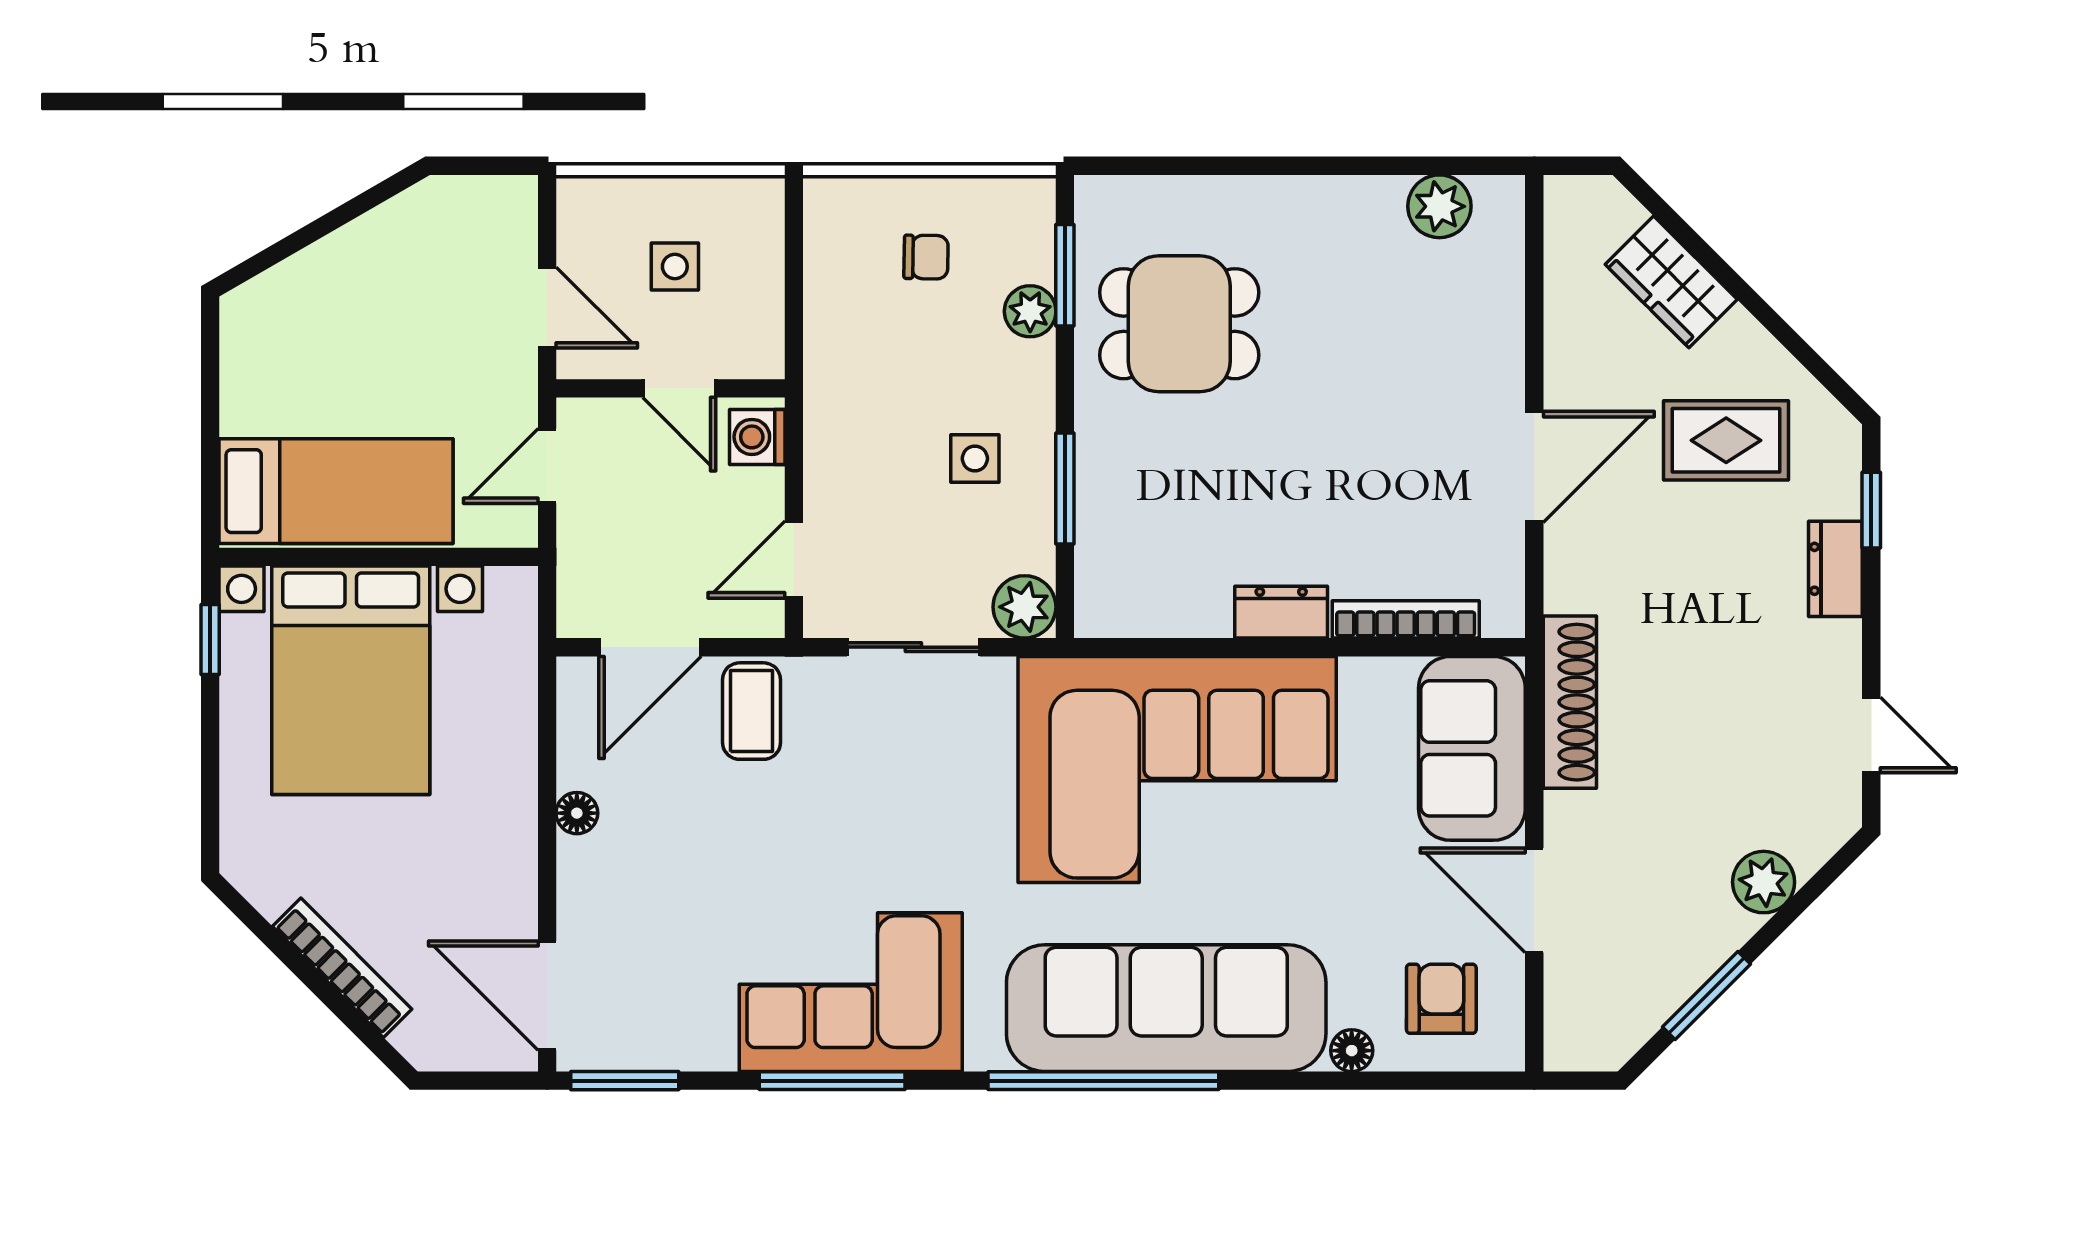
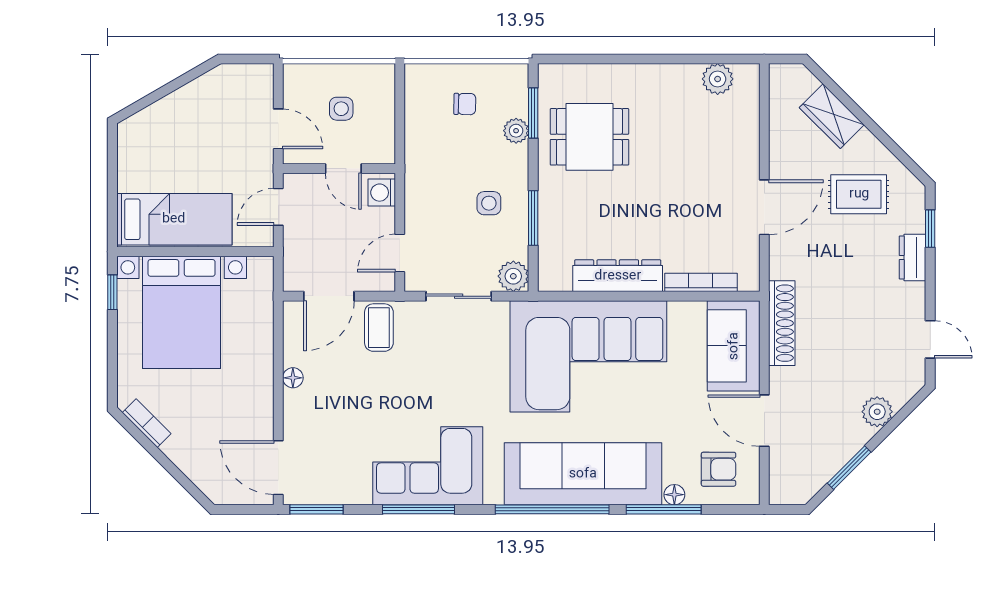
dresser: (1281, 612) -> (618, 276), width x1.96, depth x1.24
bookcase: (342, 968) -> (147, 423), moved, width x0.64
armchair: (1441, 999) -> (718, 469), turned 90
window: (1330, 1081) -> (664, 509), added

